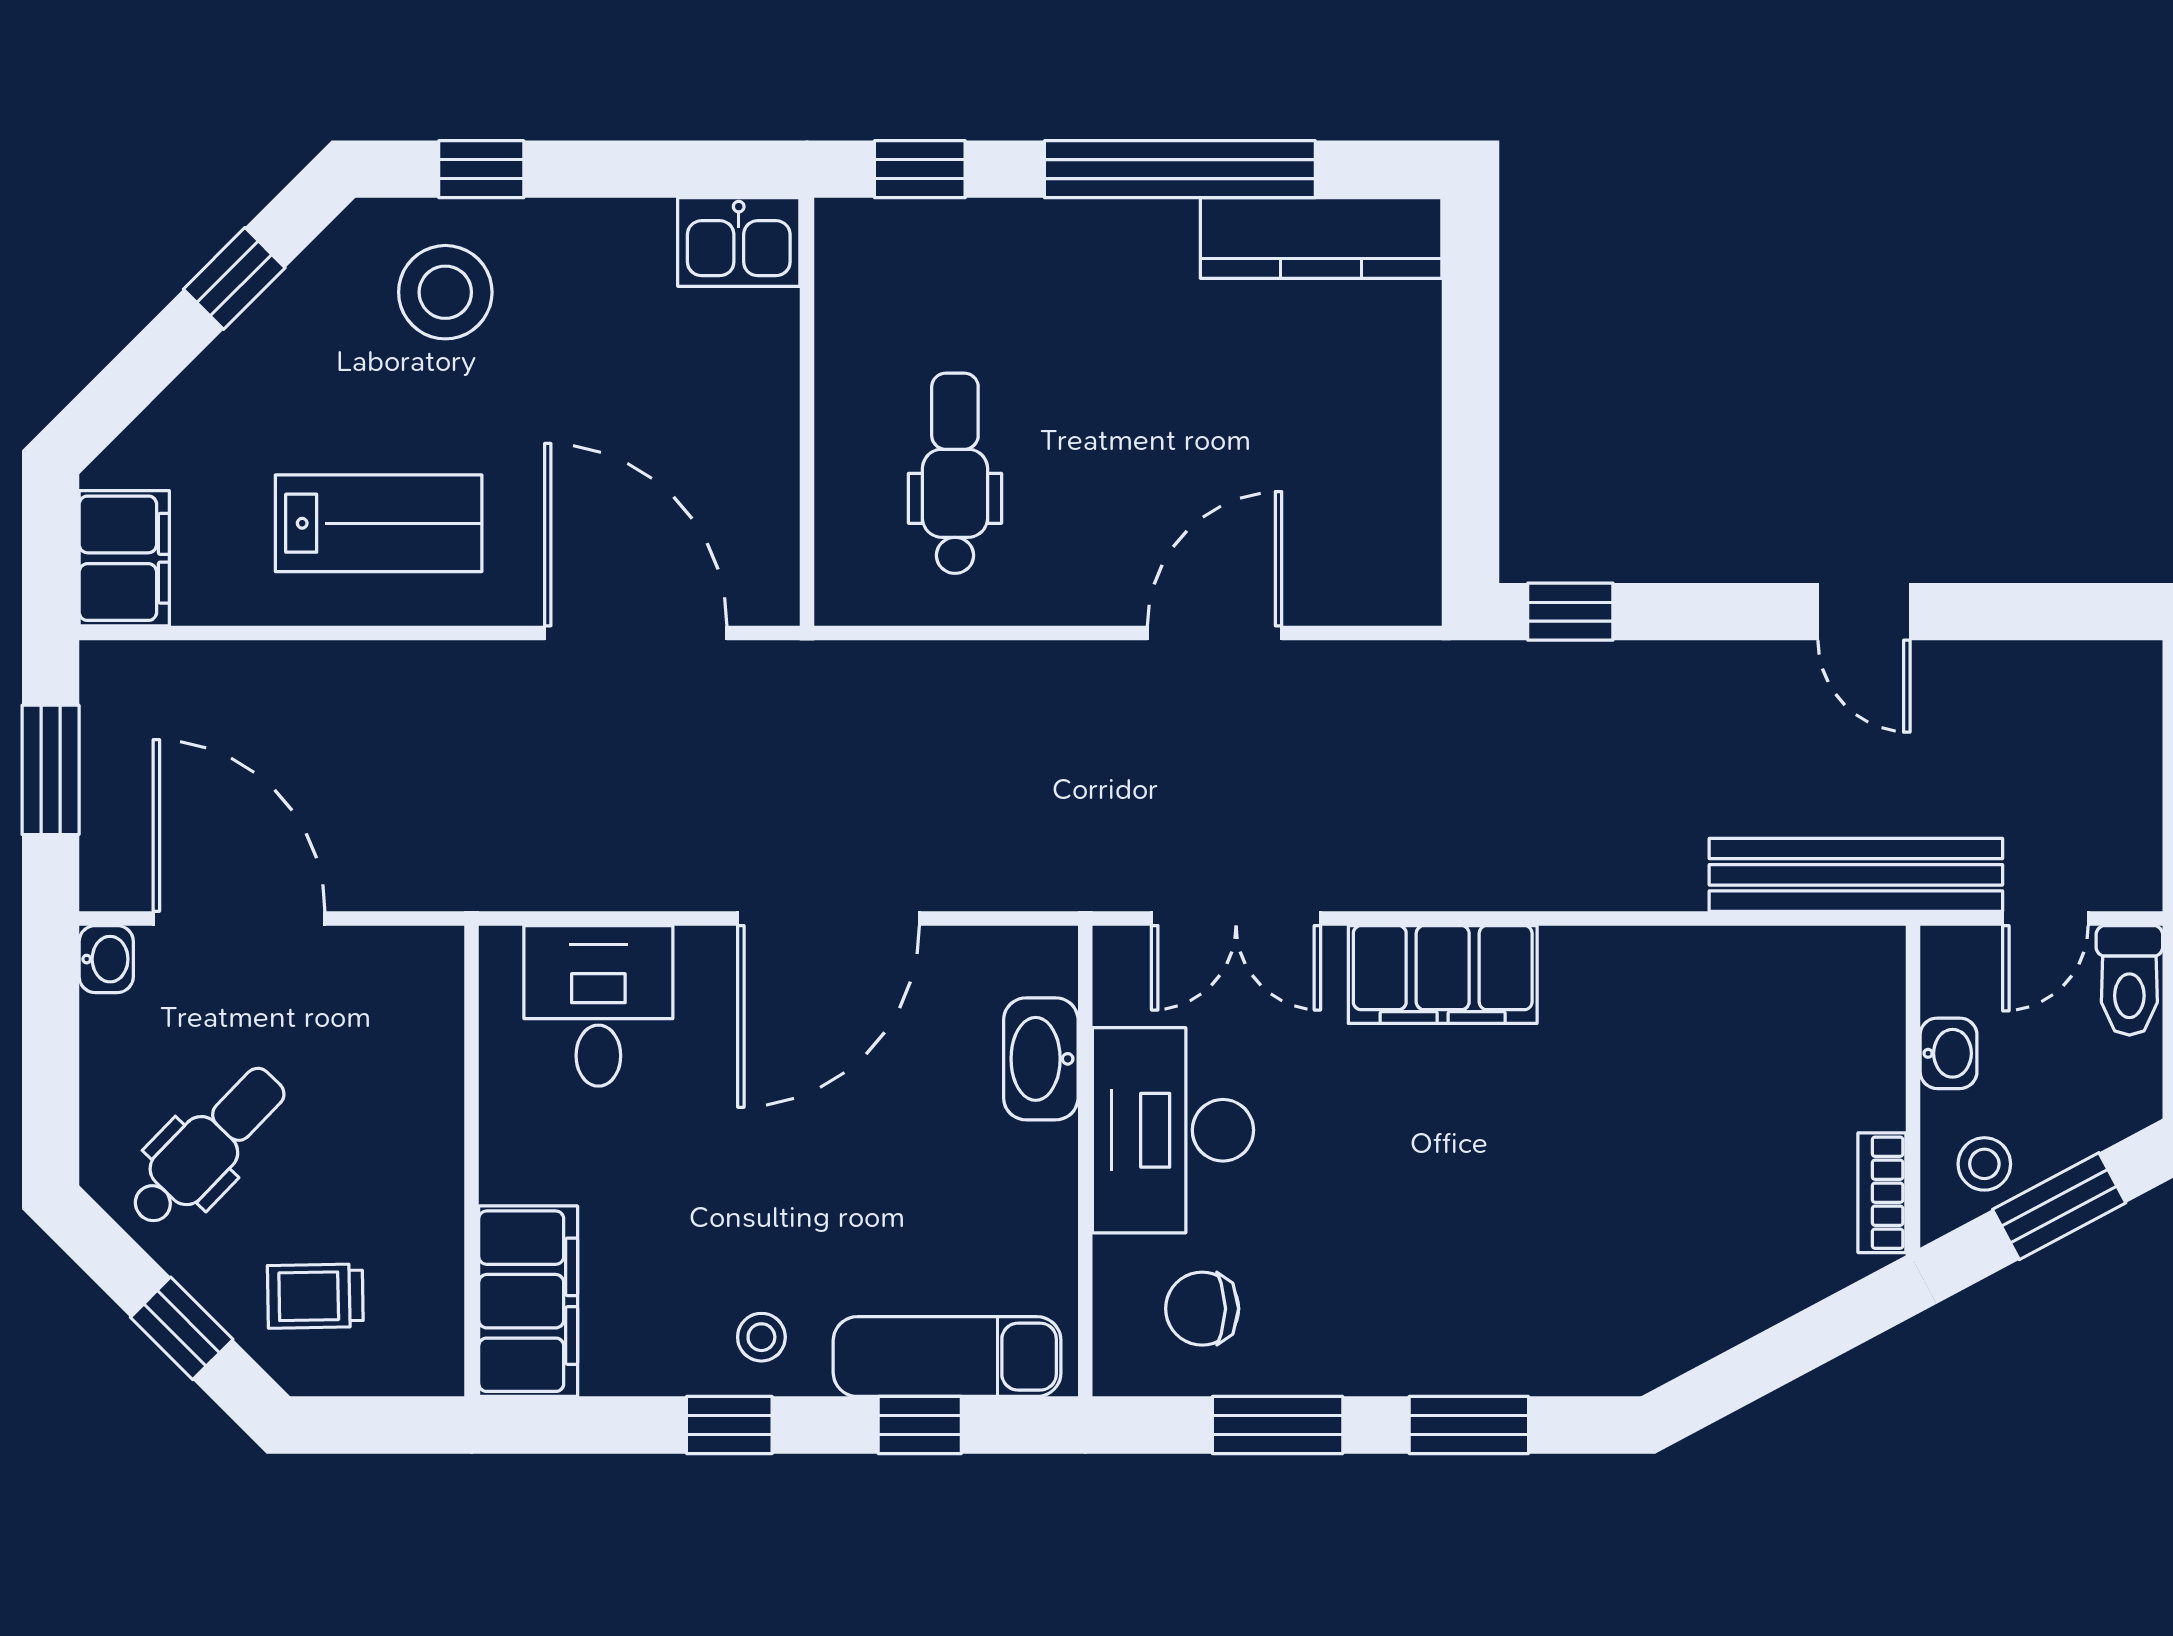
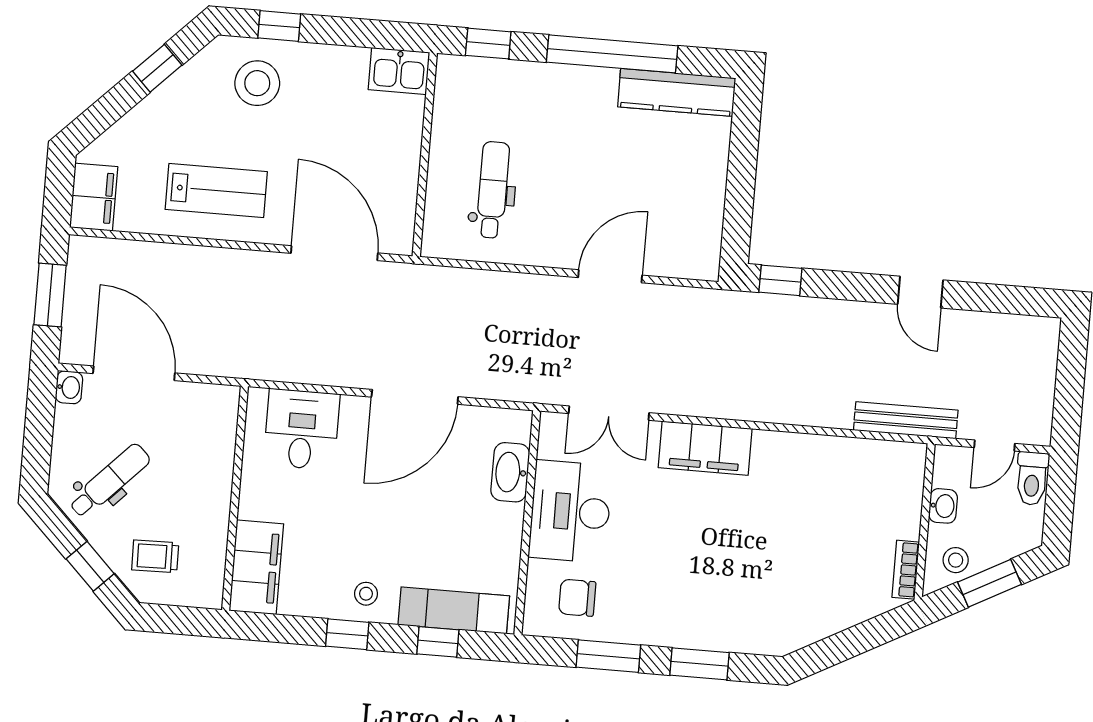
bench: (1856, 875) -> (906, 420), width x0.73, depth x0.82

